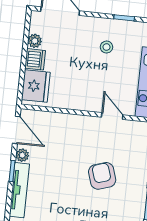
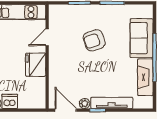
fridge: (36, 86) -> (36, 65), moved, turned -90
door: (16, 130) -> (66, 110), hinge flipped

